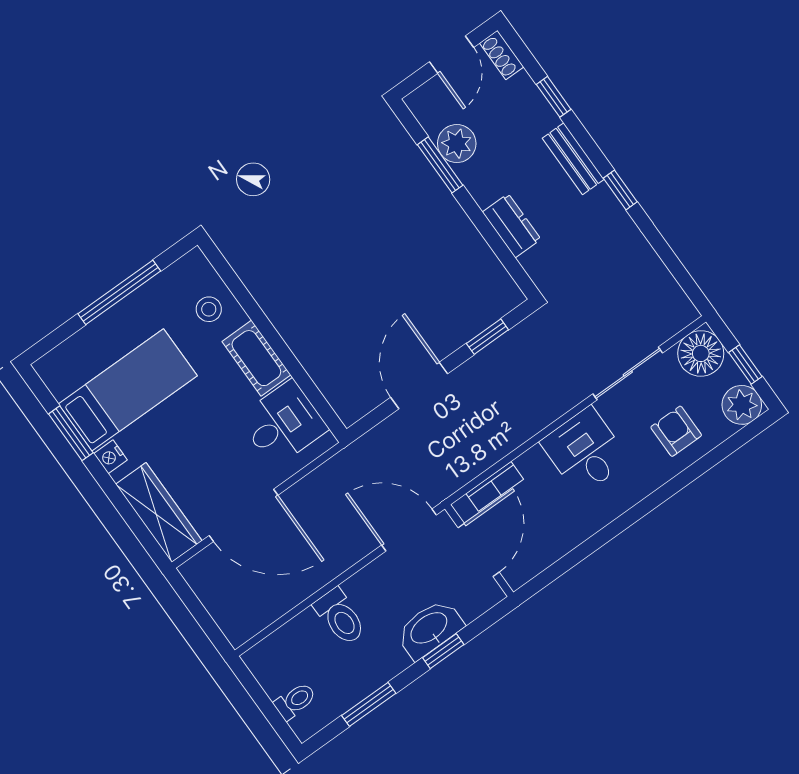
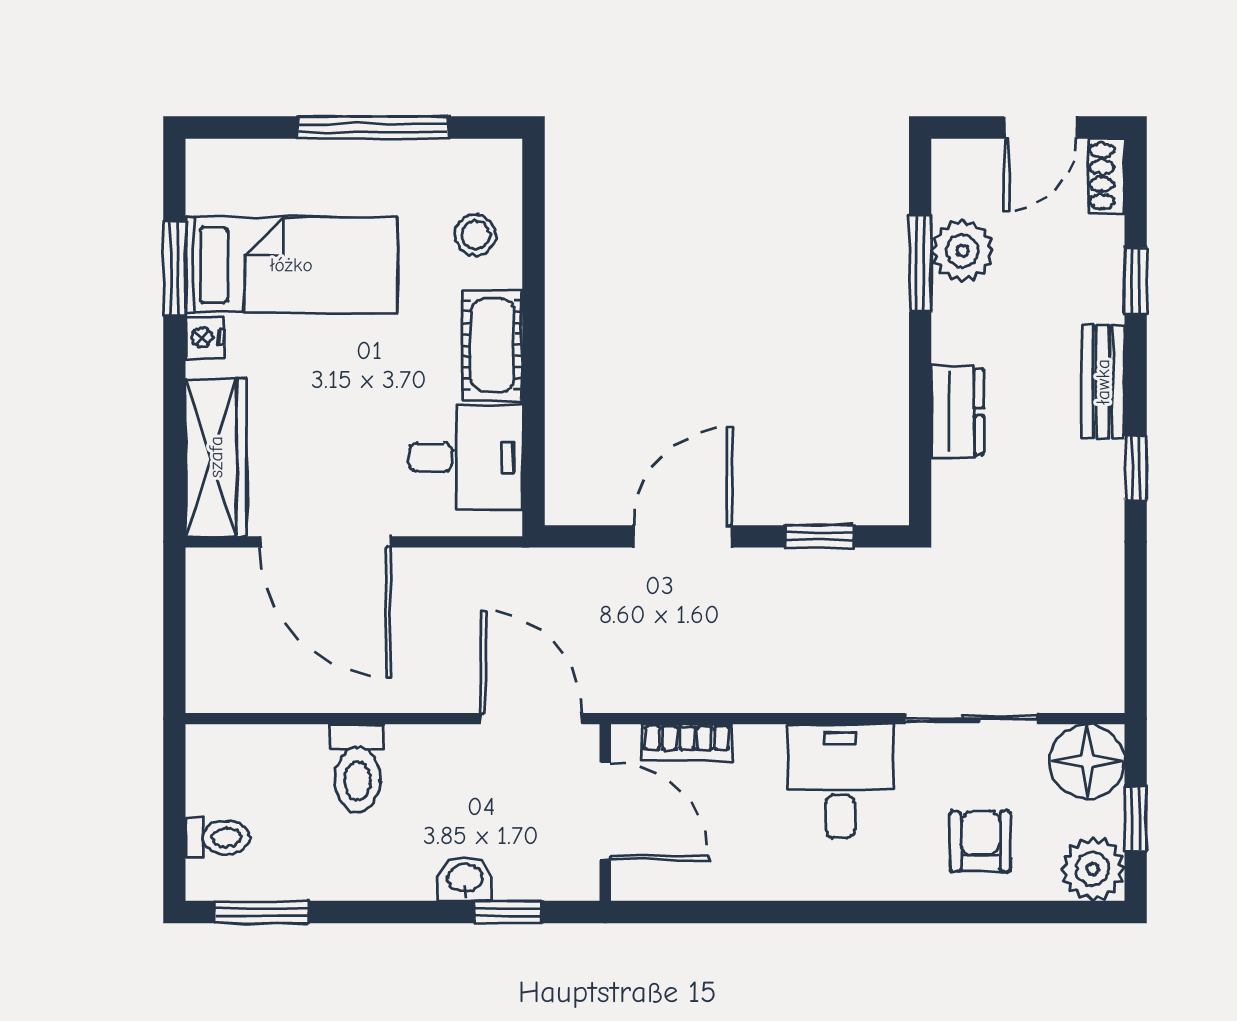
door: (479, 550) -> (605, 811), hinge flipped
washbasin: (430, 629) -> (465, 879), width x0.52, depth x0.69
window: (443, 651) -> (508, 912), moved
window: (369, 704) -> (262, 912), moved

